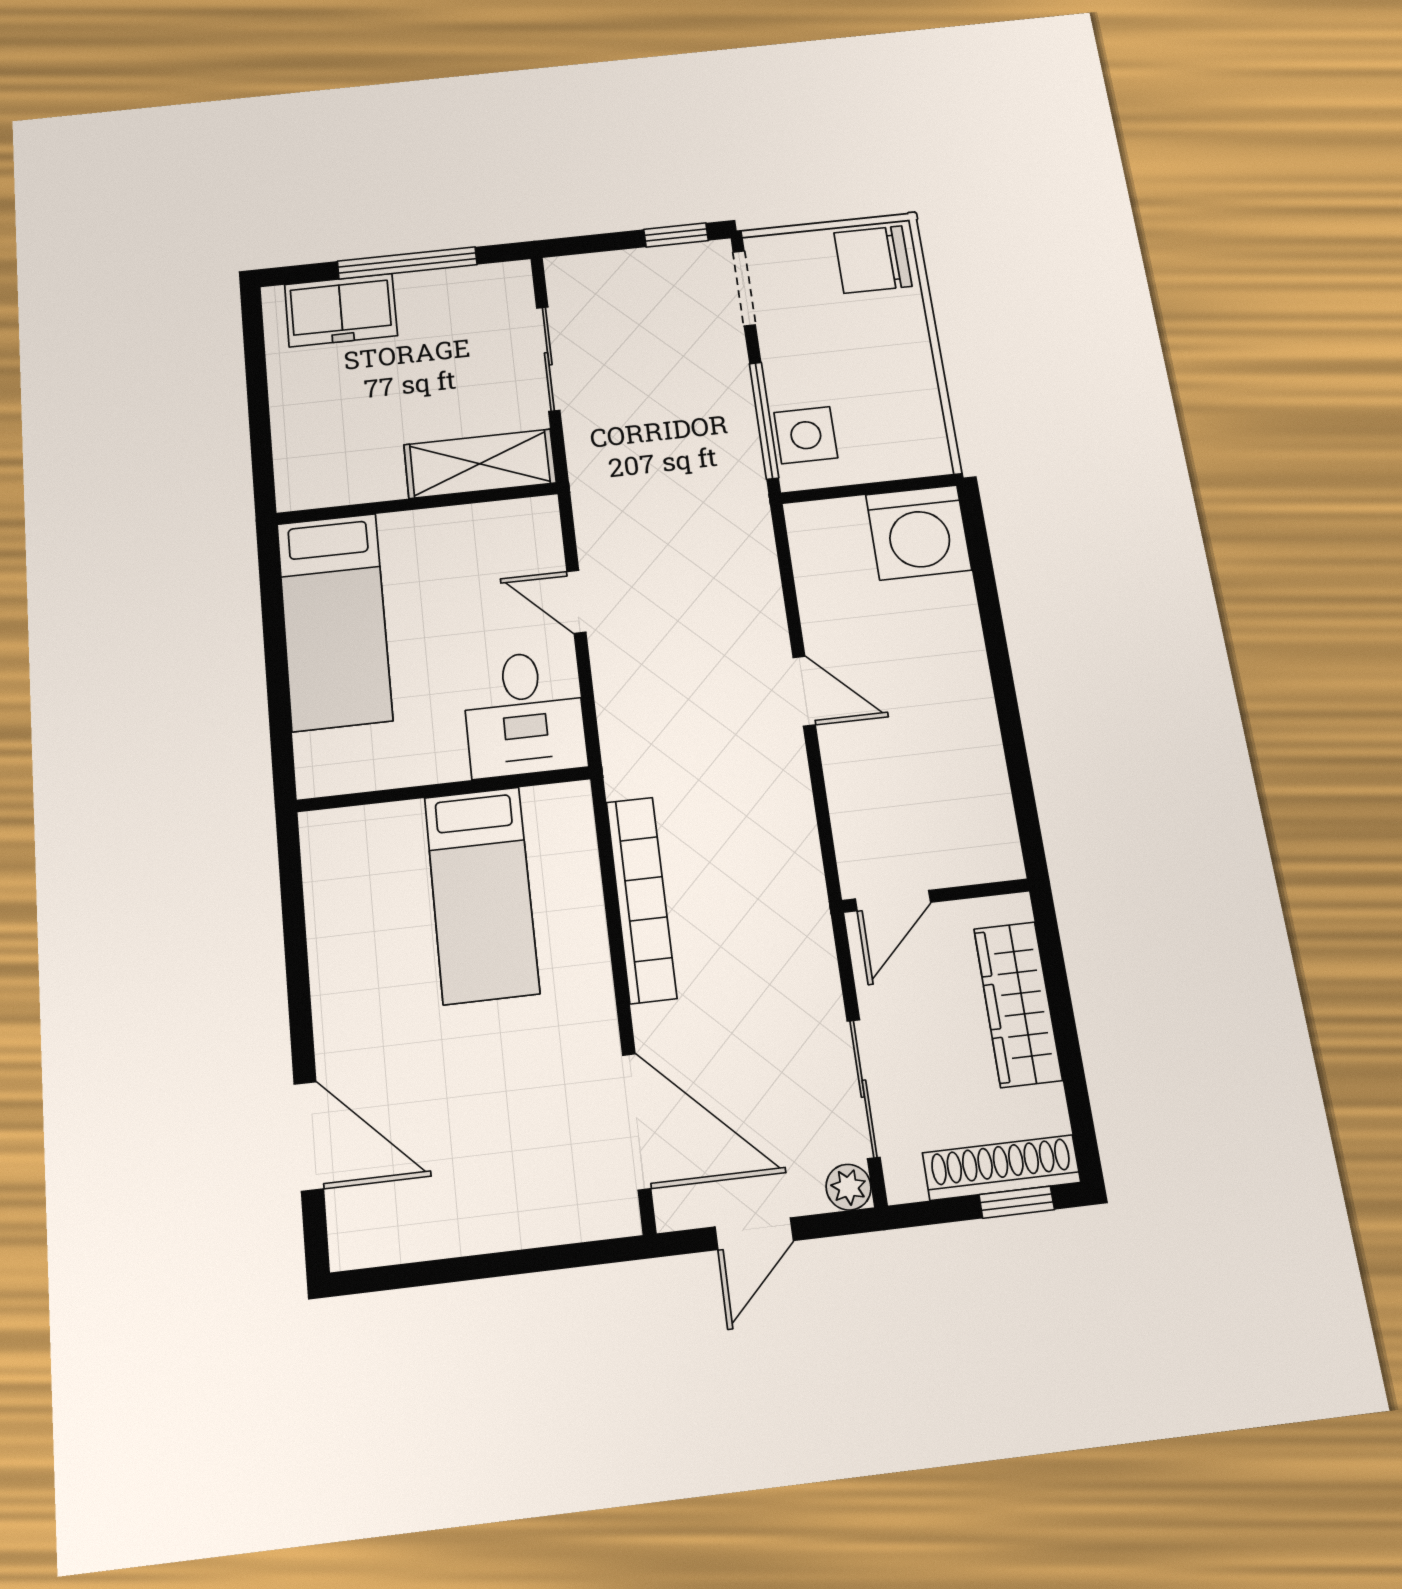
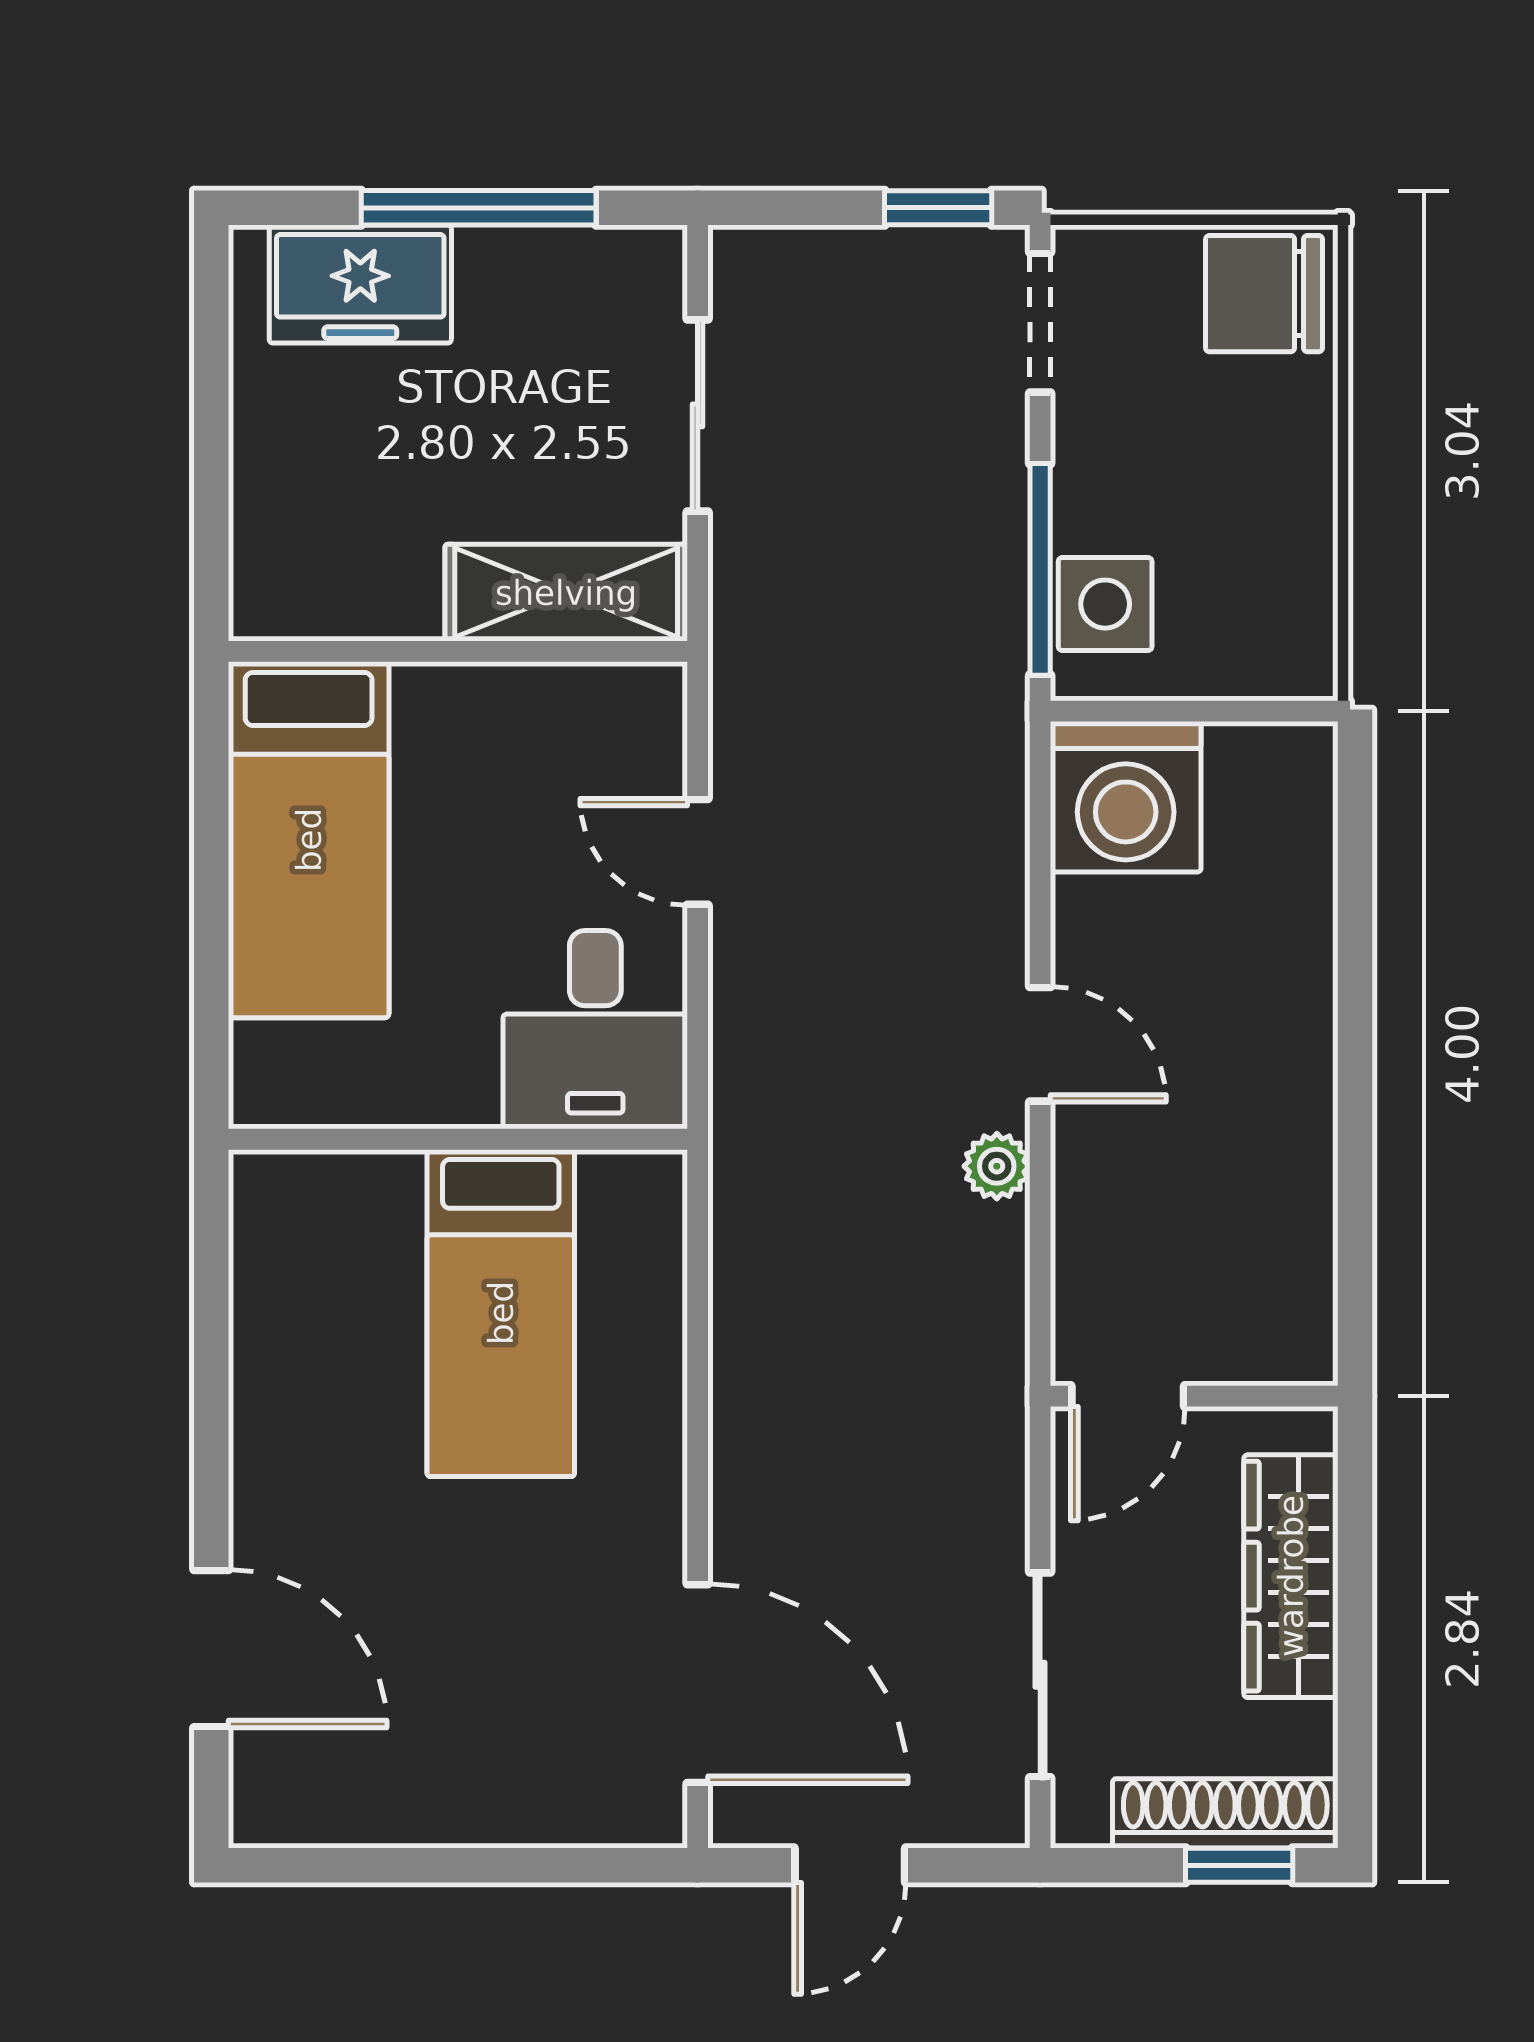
washing machine: (919, 532) -> (1126, 797), moved
bookcase: (641, 899) -> (744, 1349), removed
plant: (849, 1187) -> (997, 1166), moved

